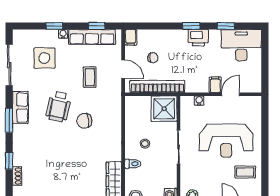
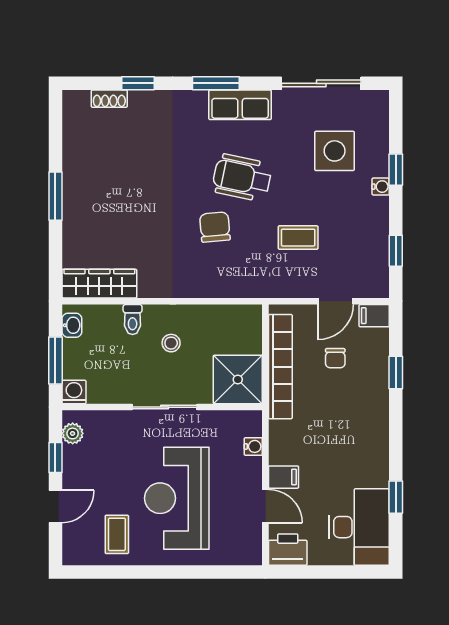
window: (191, 26) -> (396, 373), moved
row of seats: (92, 37) -> (375, 242), removed
printer: (198, 38) -> (288, 550), moved, turned 90
door: (123, 69) -> (336, 301), moved

